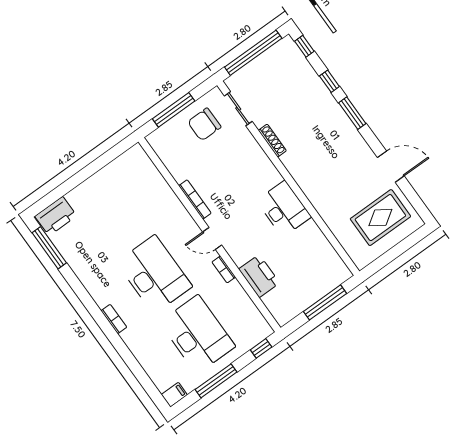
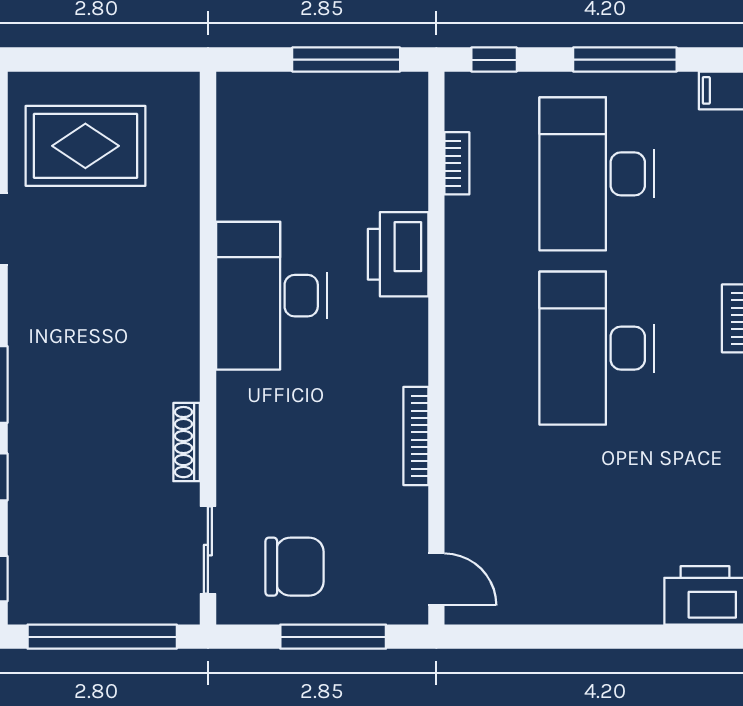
desk: (284, 209) -> (271, 296), width x1.36, depth x1.30
door: (212, 238) -> (436, 579), moved
bookcase: (224, 270) -> (457, 163), moved
printer: (259, 276) -> (398, 254), moved
window: (325, 302) -> (346, 60), moved

